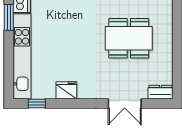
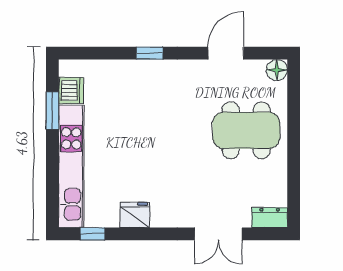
dining table: (129, 38) -> (246, 130), moved

